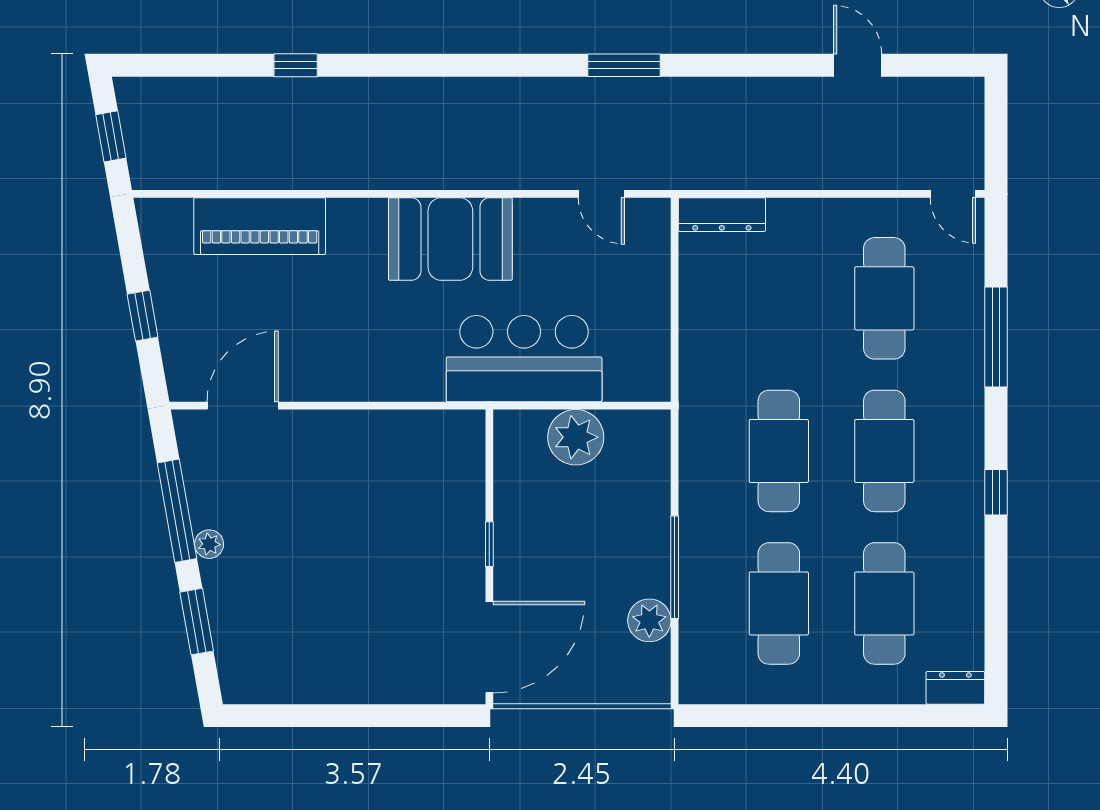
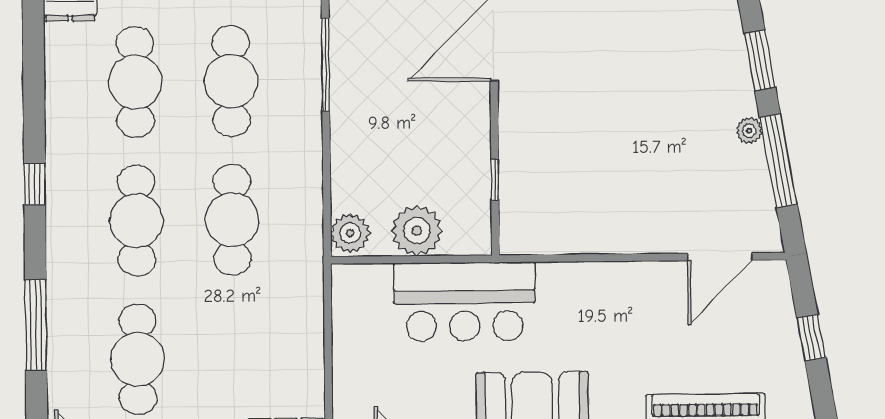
window: (489, 544) -> (495, 180), moved
window: (675, 567) -> (326, 64), moved
plant: (649, 620) -> (350, 233), moved

